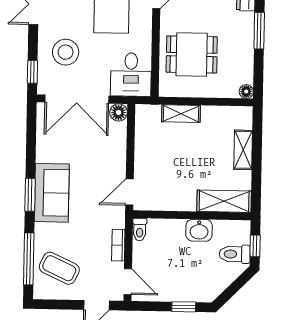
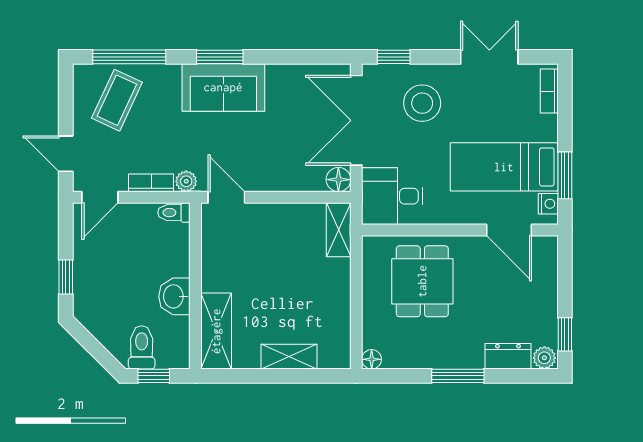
shelving: (181, 114) -> (339, 230), moved
plant: (118, 220) -> (186, 181), added

